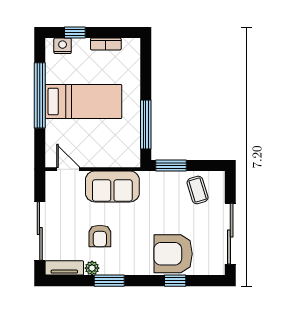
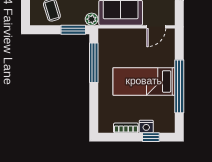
nightstand: (63, 46) -> (146, 126), moved
door: (68, 169) -> (156, 27), hinge flipped
plant: (148, 179) -> (92, 19), added

